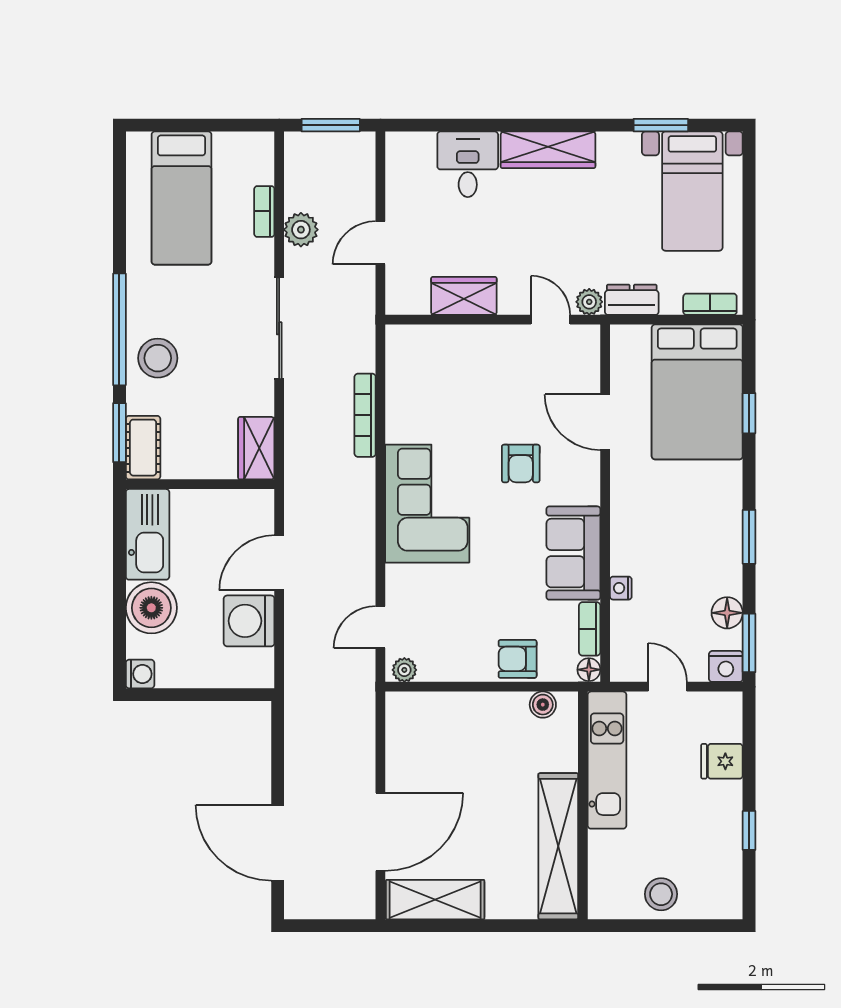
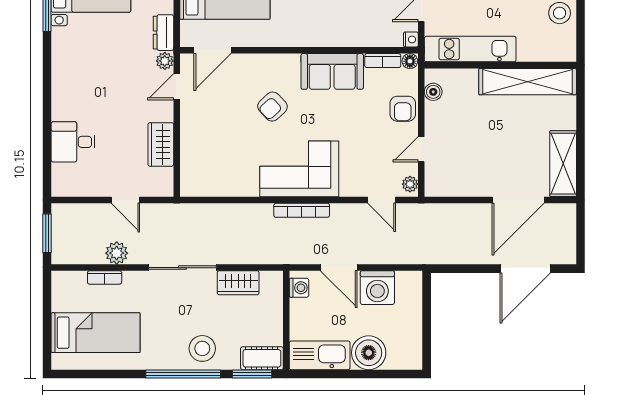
wardrobe: (548, 150) -> (63, 88), removed
bookcase: (365, 415) -> (302, 210), moved
door: (605, 422) -> (212, 50), moved
wardrobe: (256, 448) -> (238, 283), moved
armchair: (521, 463) -> (272, 107), turned 137
nightstand: (621, 588) -> (411, 39), moved, turned -90
washing machine: (140, 674) -> (299, 288), moved, turned 90
door: (457, 687) -> (421, 149), added
door: (380, 832) -> (518, 200), swing flipped

